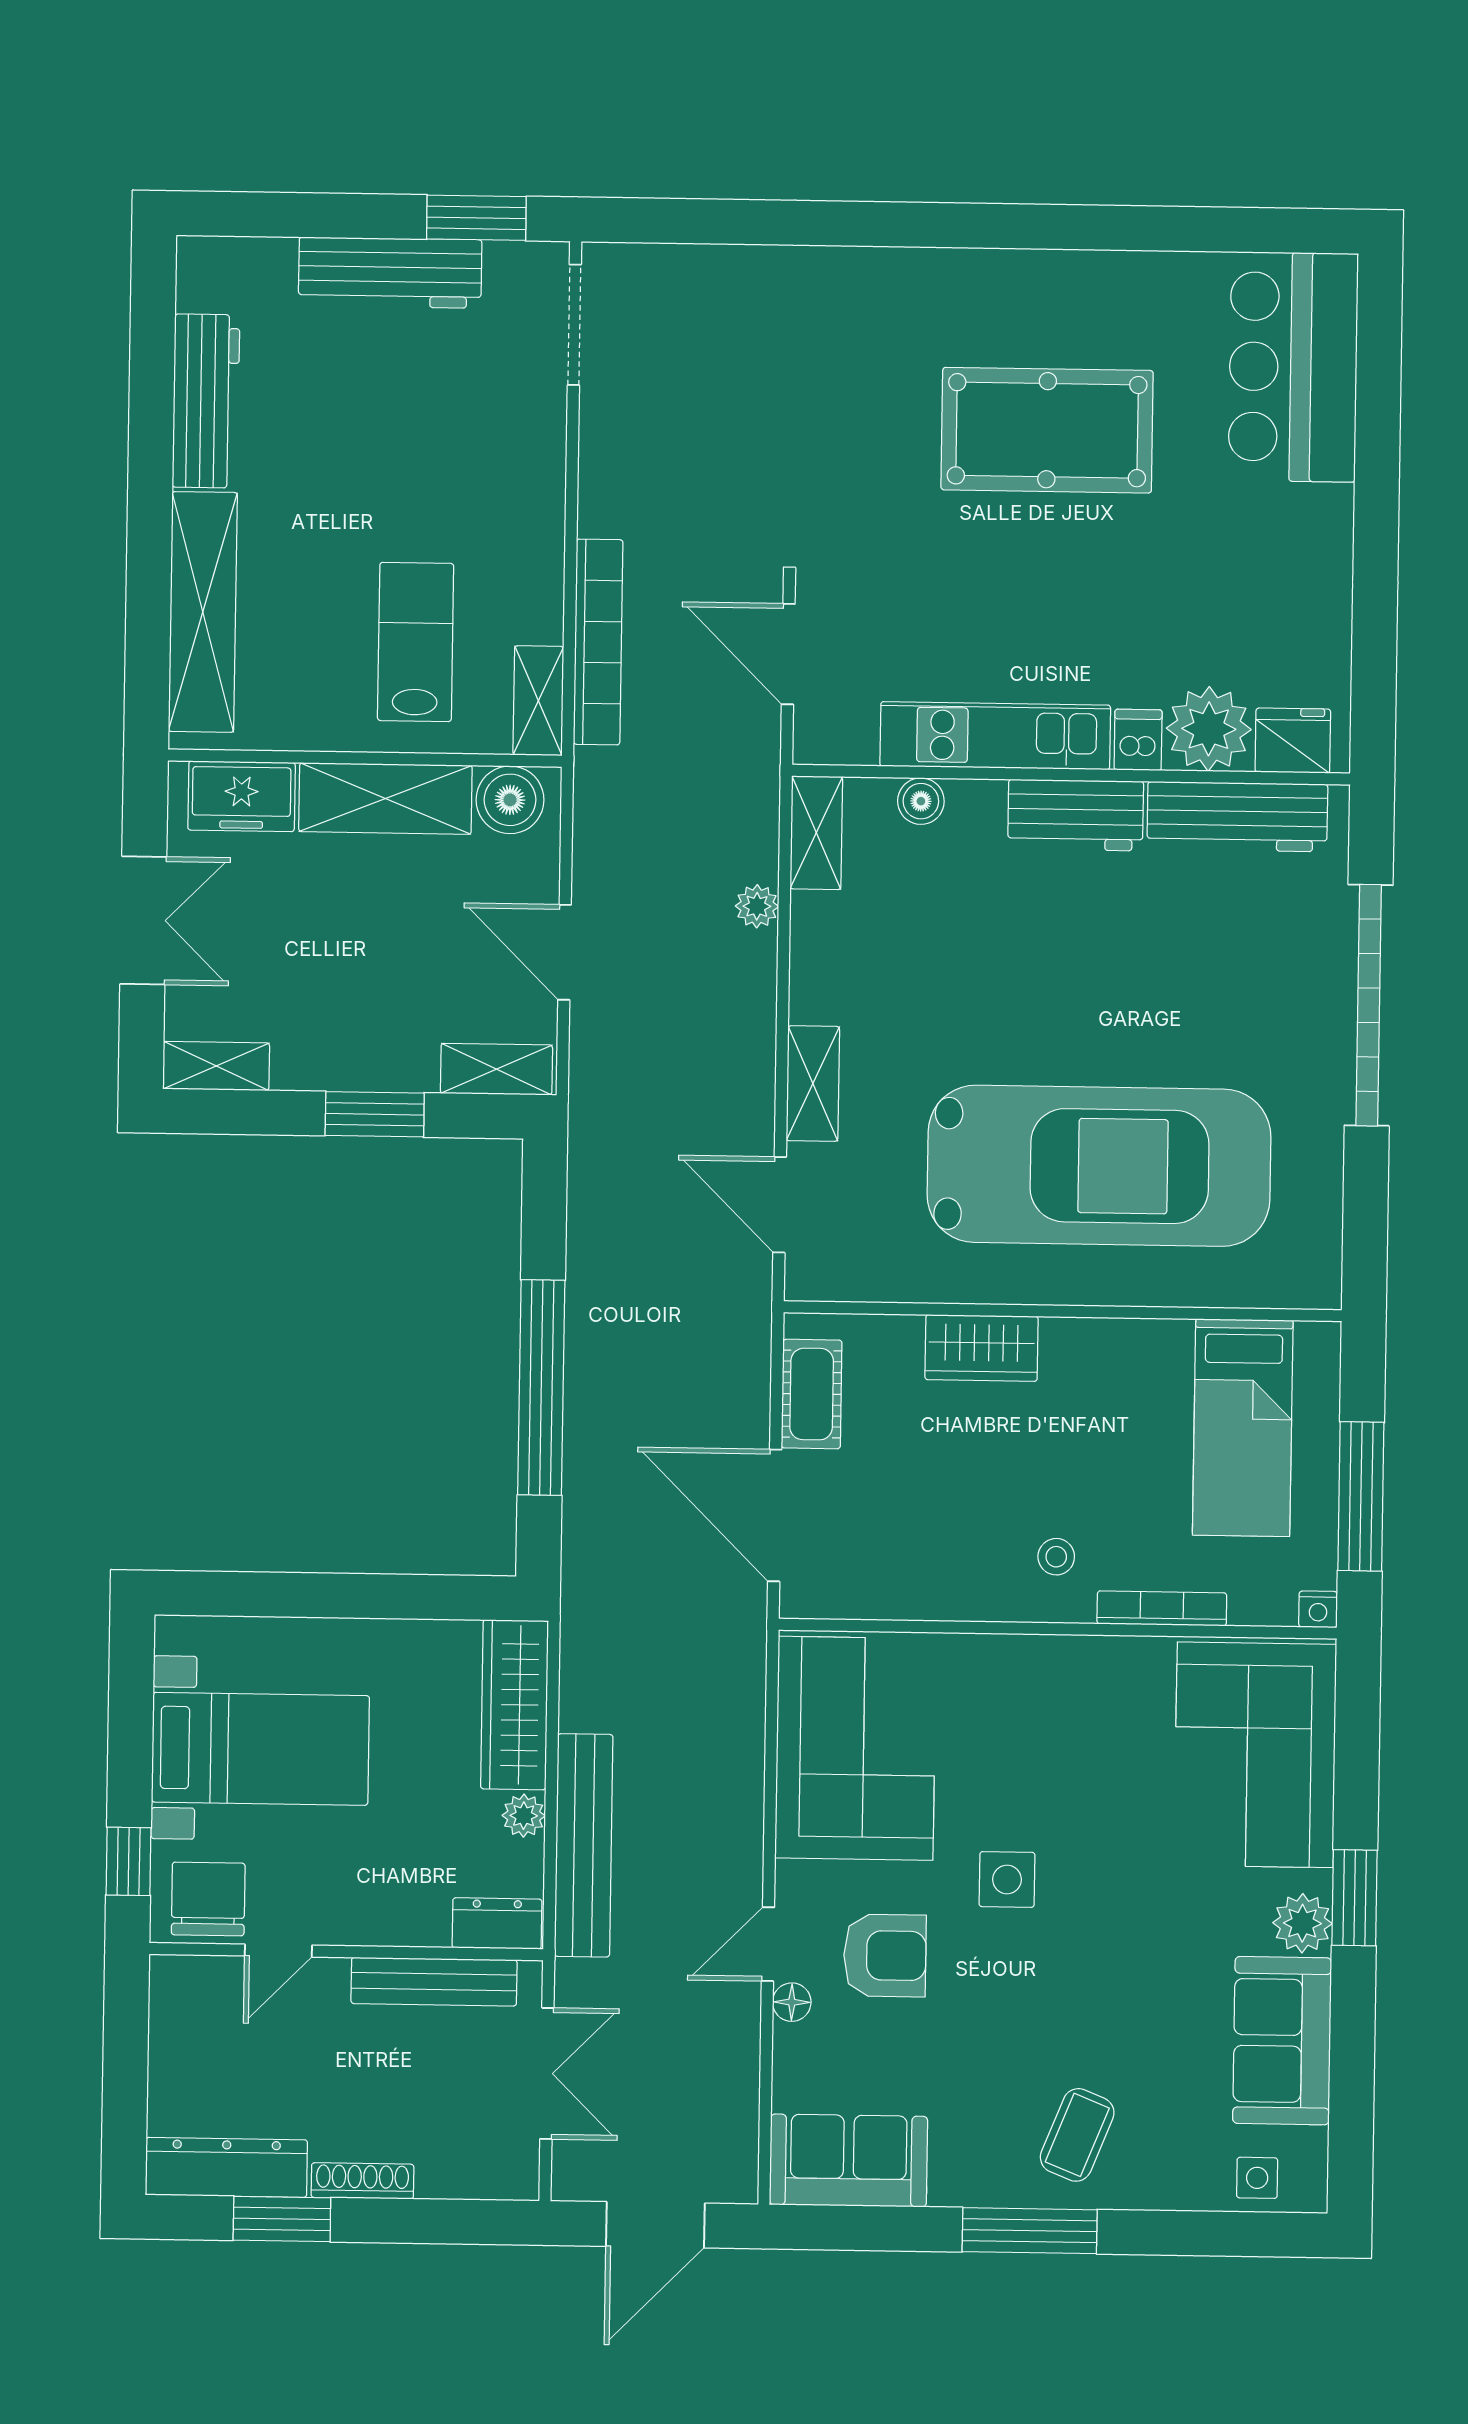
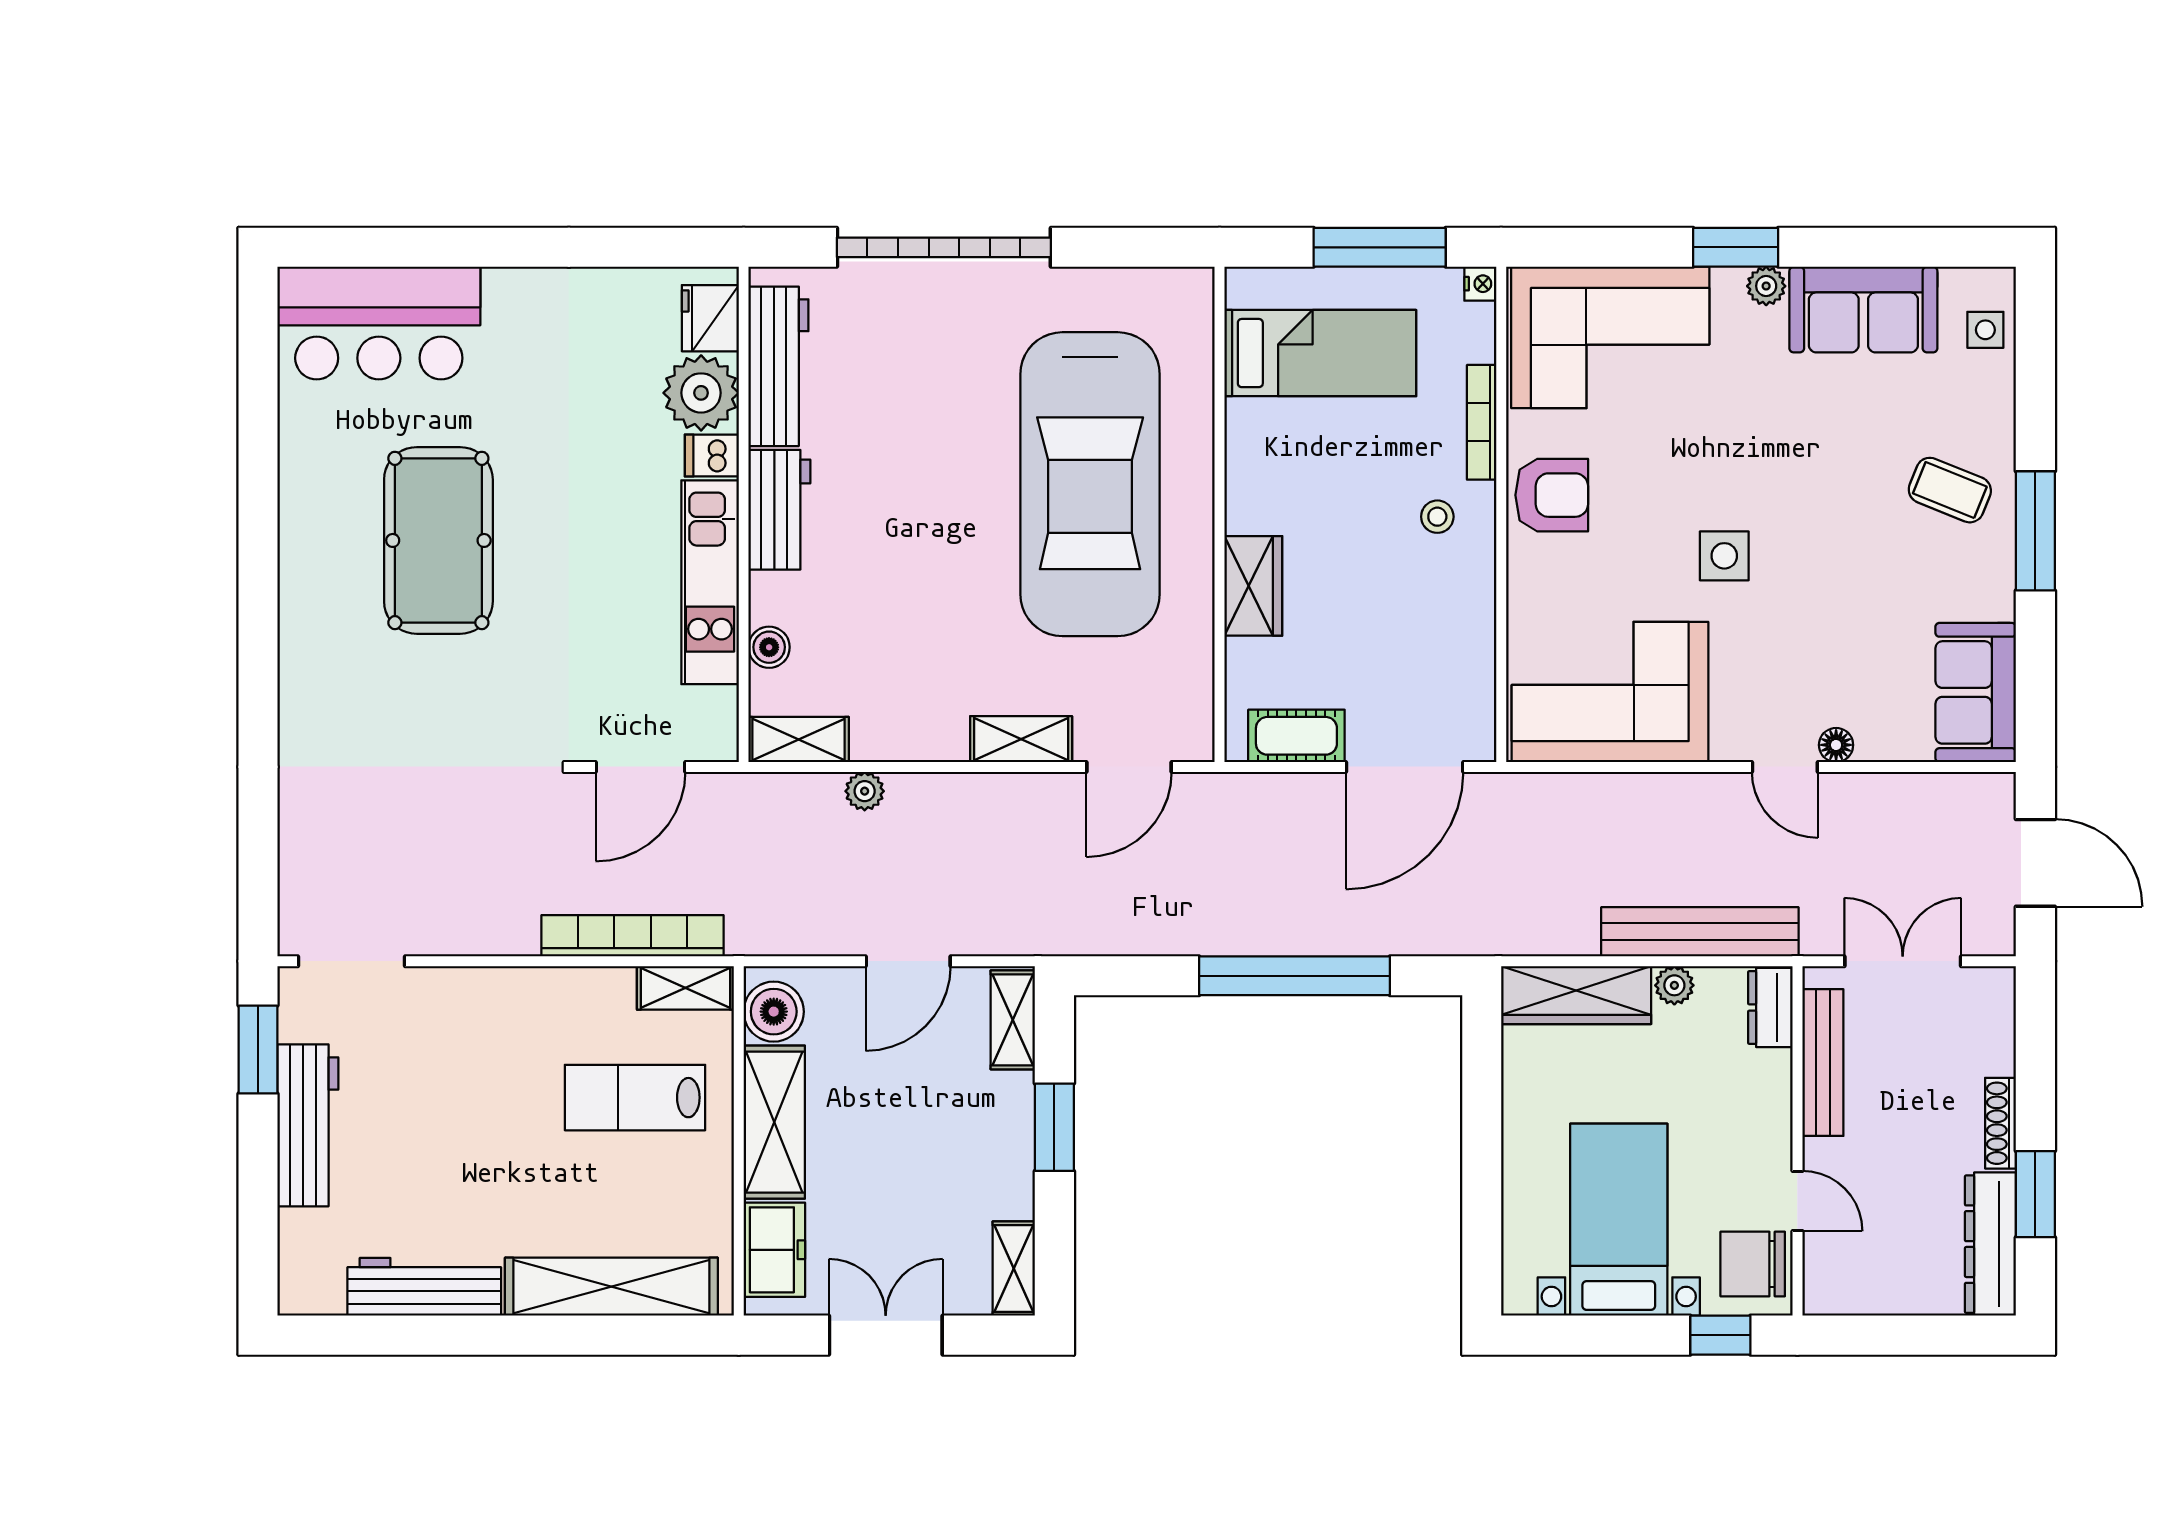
car: (1099, 1166) -> (1090, 484), turned 180
plant: (1302, 1923) -> (1766, 286), width x0.73, depth x0.73
armchair: (885, 1955) -> (1552, 495), moved, turned 90

